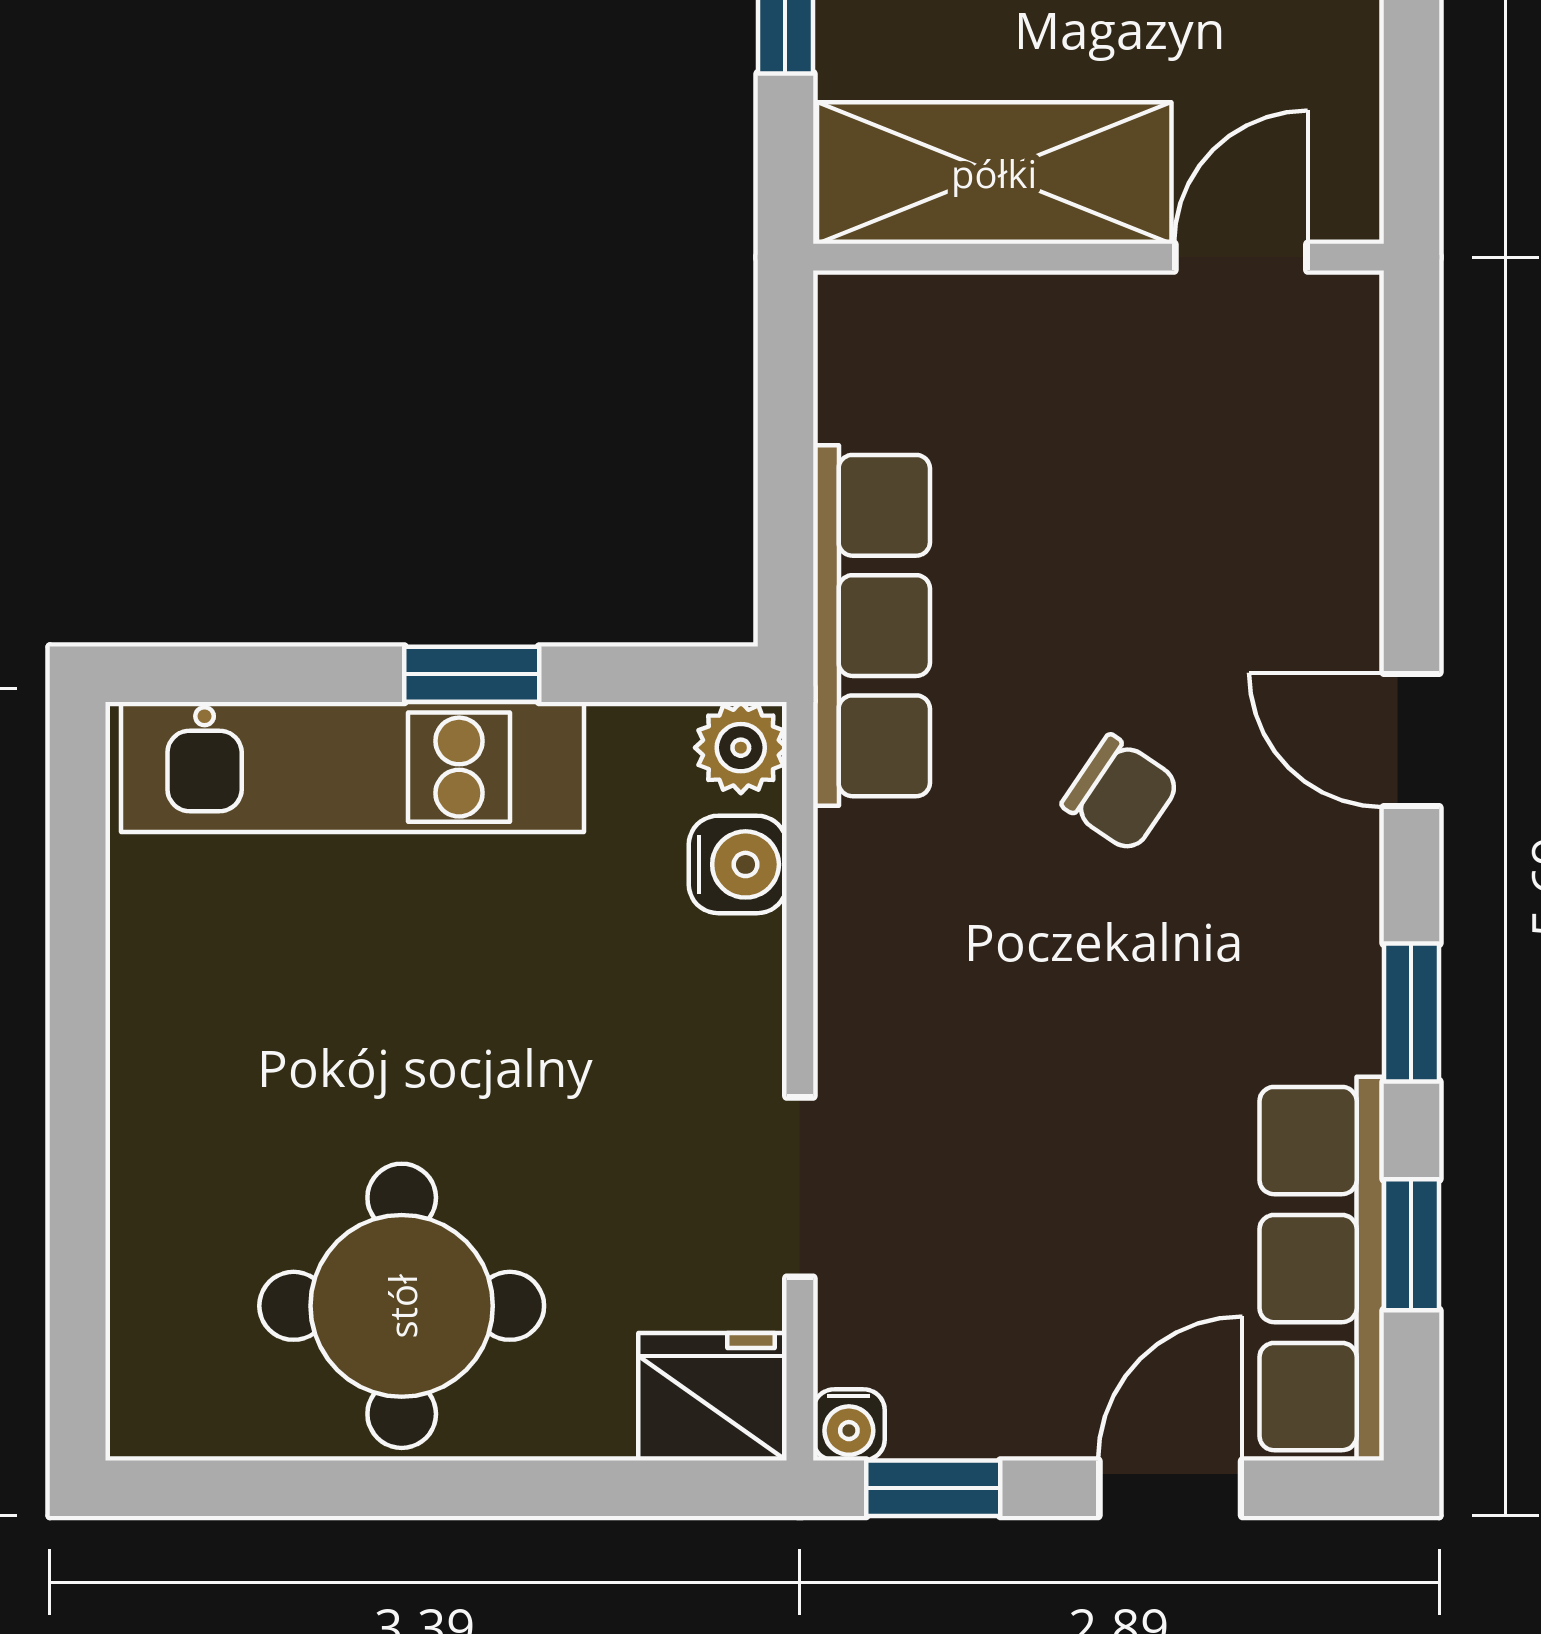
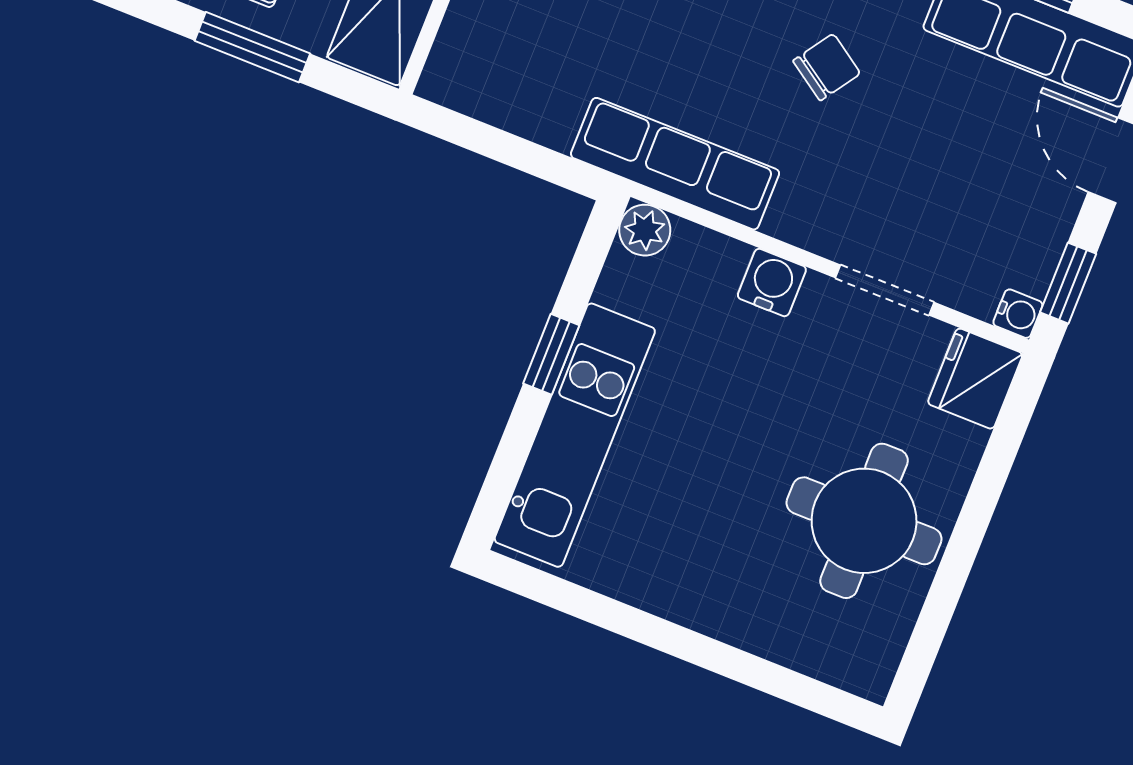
row of seats: (871, 626) -> (675, 164), moved
chair: (1121, 793) -> (827, 67), moved
water cooler: (738, 864) -> (772, 283), moved

